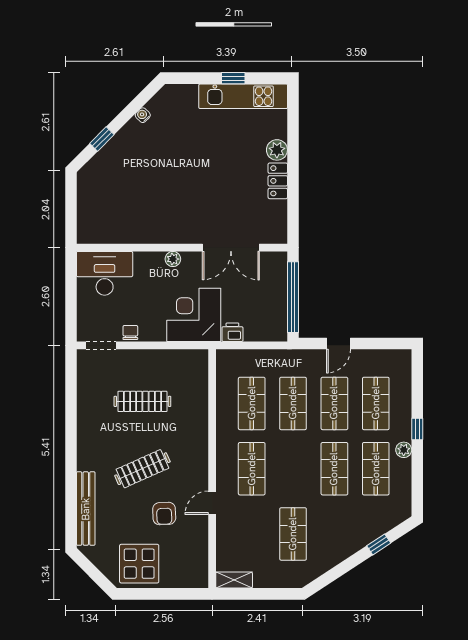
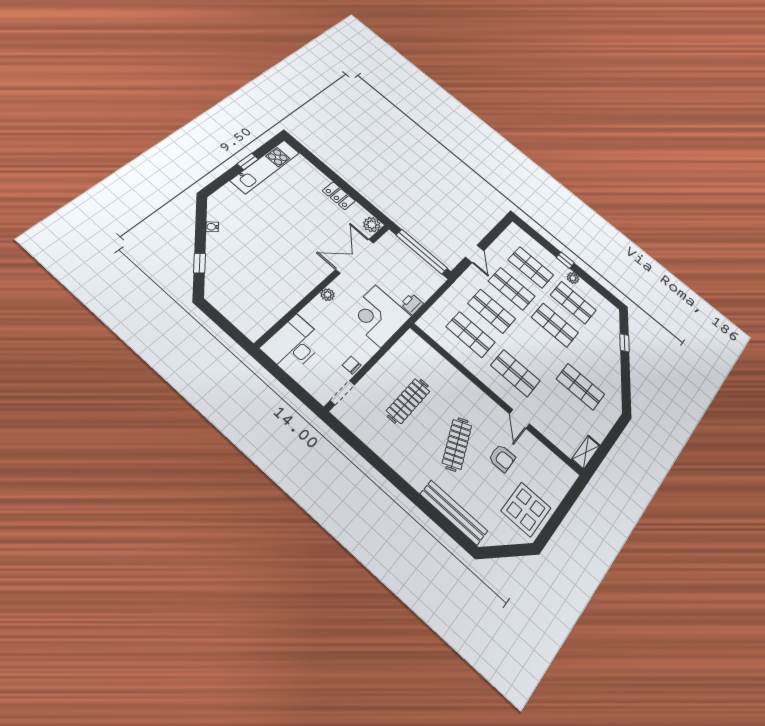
plant: (277, 150) -> (372, 225), moved
double door: (231, 248) -> (355, 256), swing flipped

